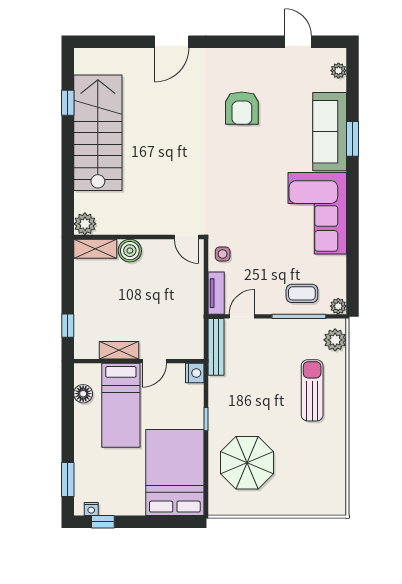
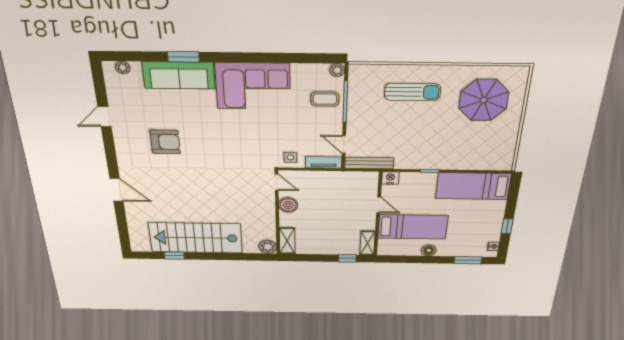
door: (298, 42) -> (105, 117), moved
door: (186, 237) -> (277, 182), hinge flipped
boiler: (130, 251) -> (288, 205), moved
coffee table: (302, 293) -> (325, 99), turned 90
plant: (335, 340) -> (368, 73), removed
shelving: (119, 350) -> (367, 243), moved
sun lounger: (312, 390) -> (412, 92), turned 180
floor lamp: (83, 394) -> (429, 250), moved
parasol: (247, 463) -> (484, 100), moved
bed: (175, 473) -> (473, 186), width x0.67
window: (103, 522) -> (507, 226), moved

